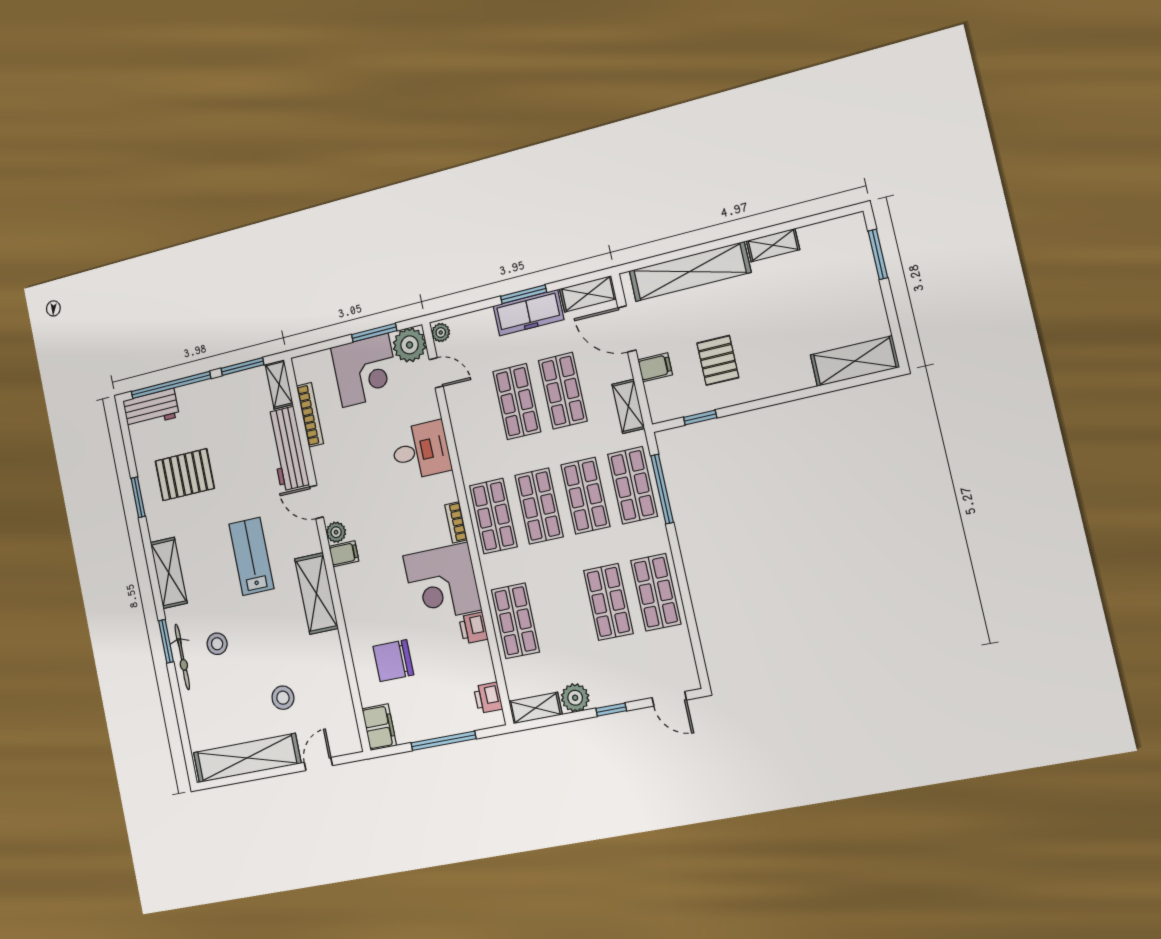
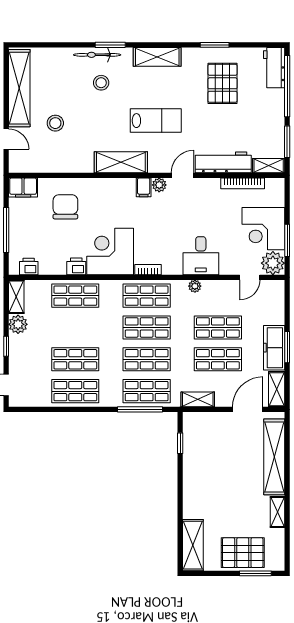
plant: (441, 333) -> (195, 286), moved
pallet: (718, 360) -> (243, 553), moved, width x1.50, depth x1.42
filing cabinet: (655, 367) -> (219, 422), removed

